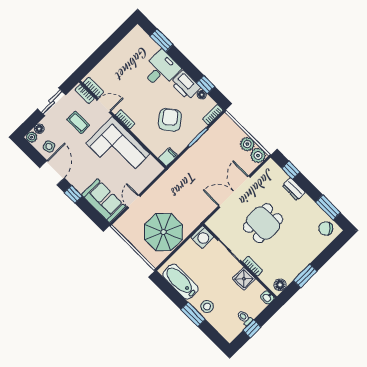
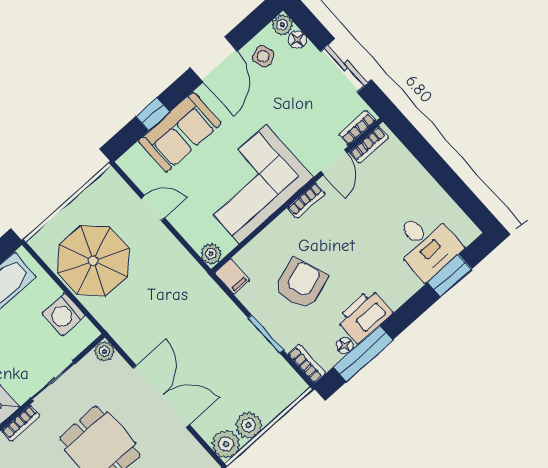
desk: (161, 69) -> (426, 244), moved
window: (206, 85) -> (363, 354), width x2.17
armchair: (170, 120) -> (301, 284), turned -70
coffee table: (78, 122) -> (305, 113), removed
plant: (156, 169) -> (211, 254), added
door: (52, 173) -> (214, 59), hinge flipped
window: (73, 194) -> (153, 114), moved
sofa: (103, 201) -> (180, 132), moved
plant: (212, 223) -> (104, 351), added
washing machine: (202, 237) -> (64, 314), moved

